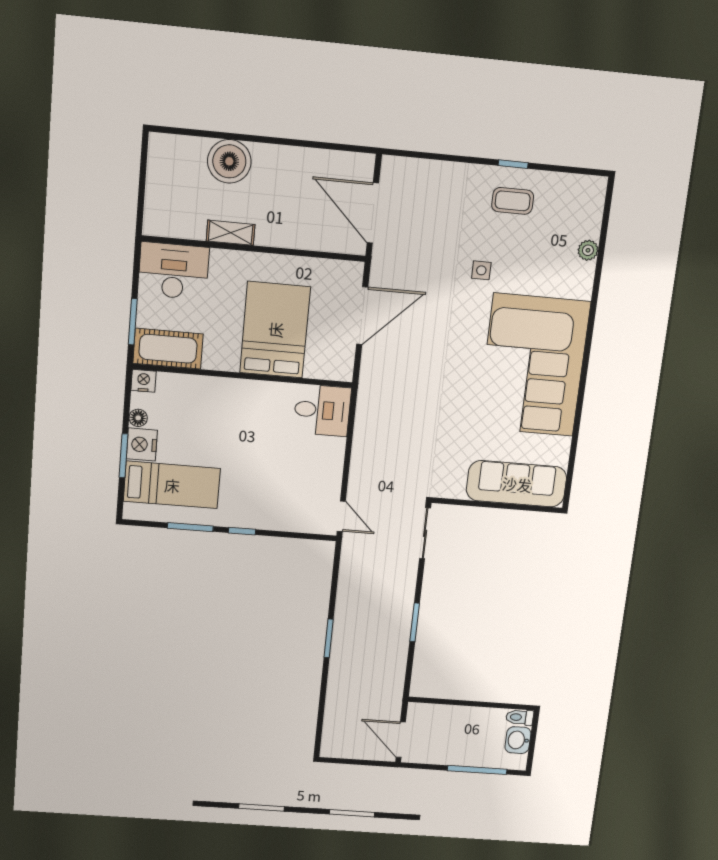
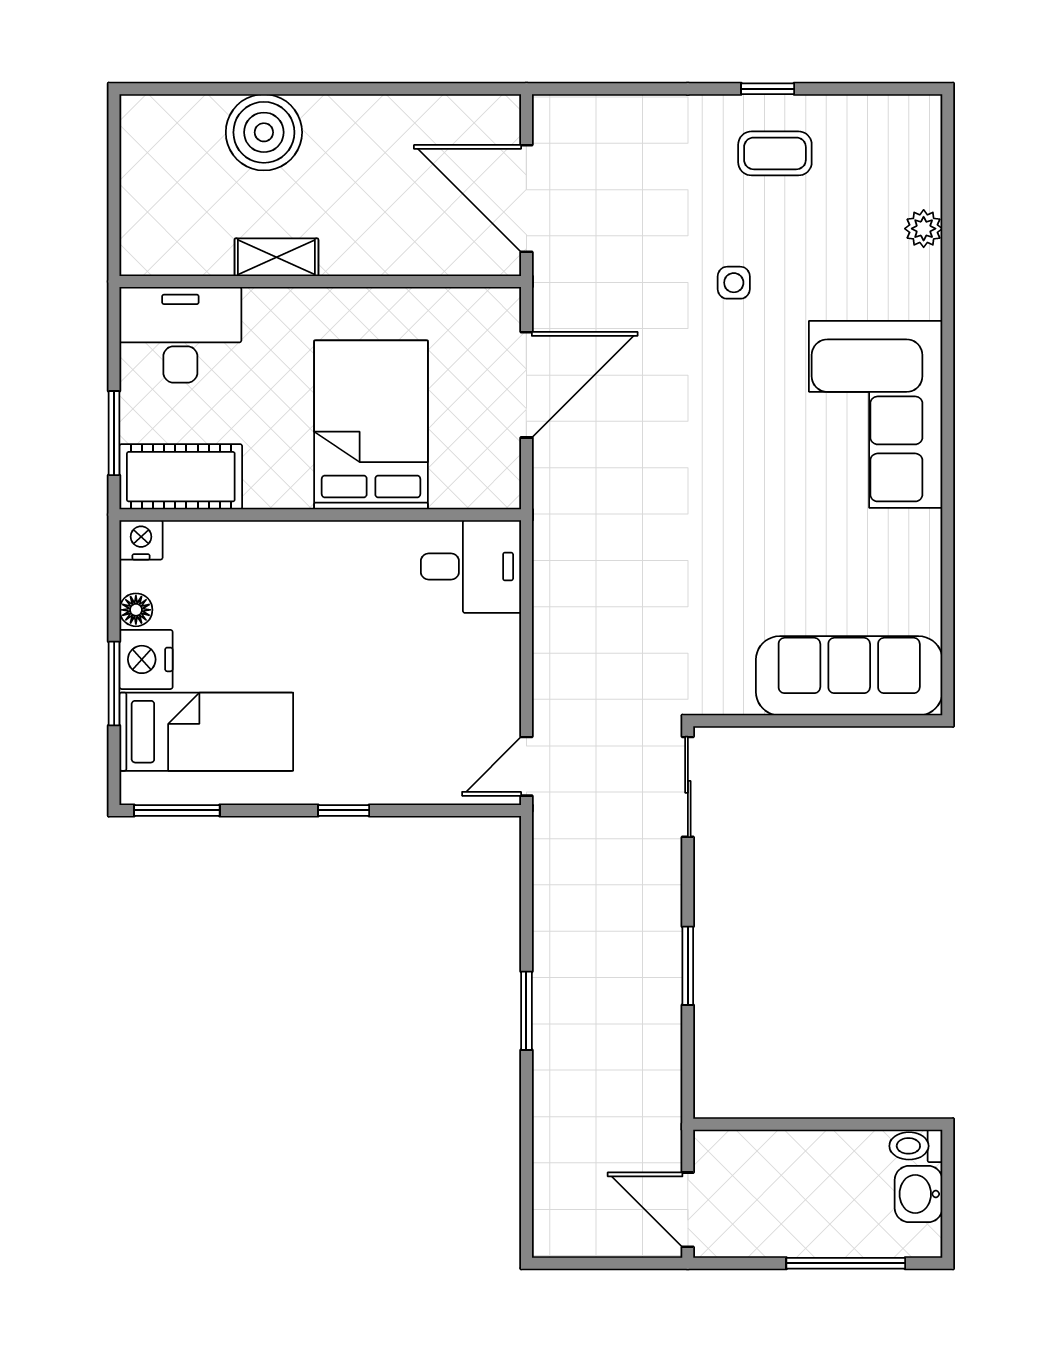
corner sofa: (533, 365) -> (876, 414), width x0.73, depth x0.74
door: (341, 516) -> (526, 766), swing flipped
window: (190, 527) -> (177, 810), moved

